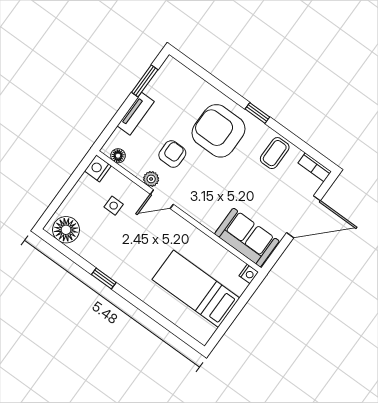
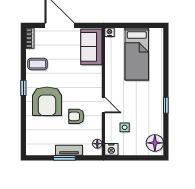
window: (145, 81) -> (64, 158), moved
plant: (151, 179) -> (97, 118), removed

